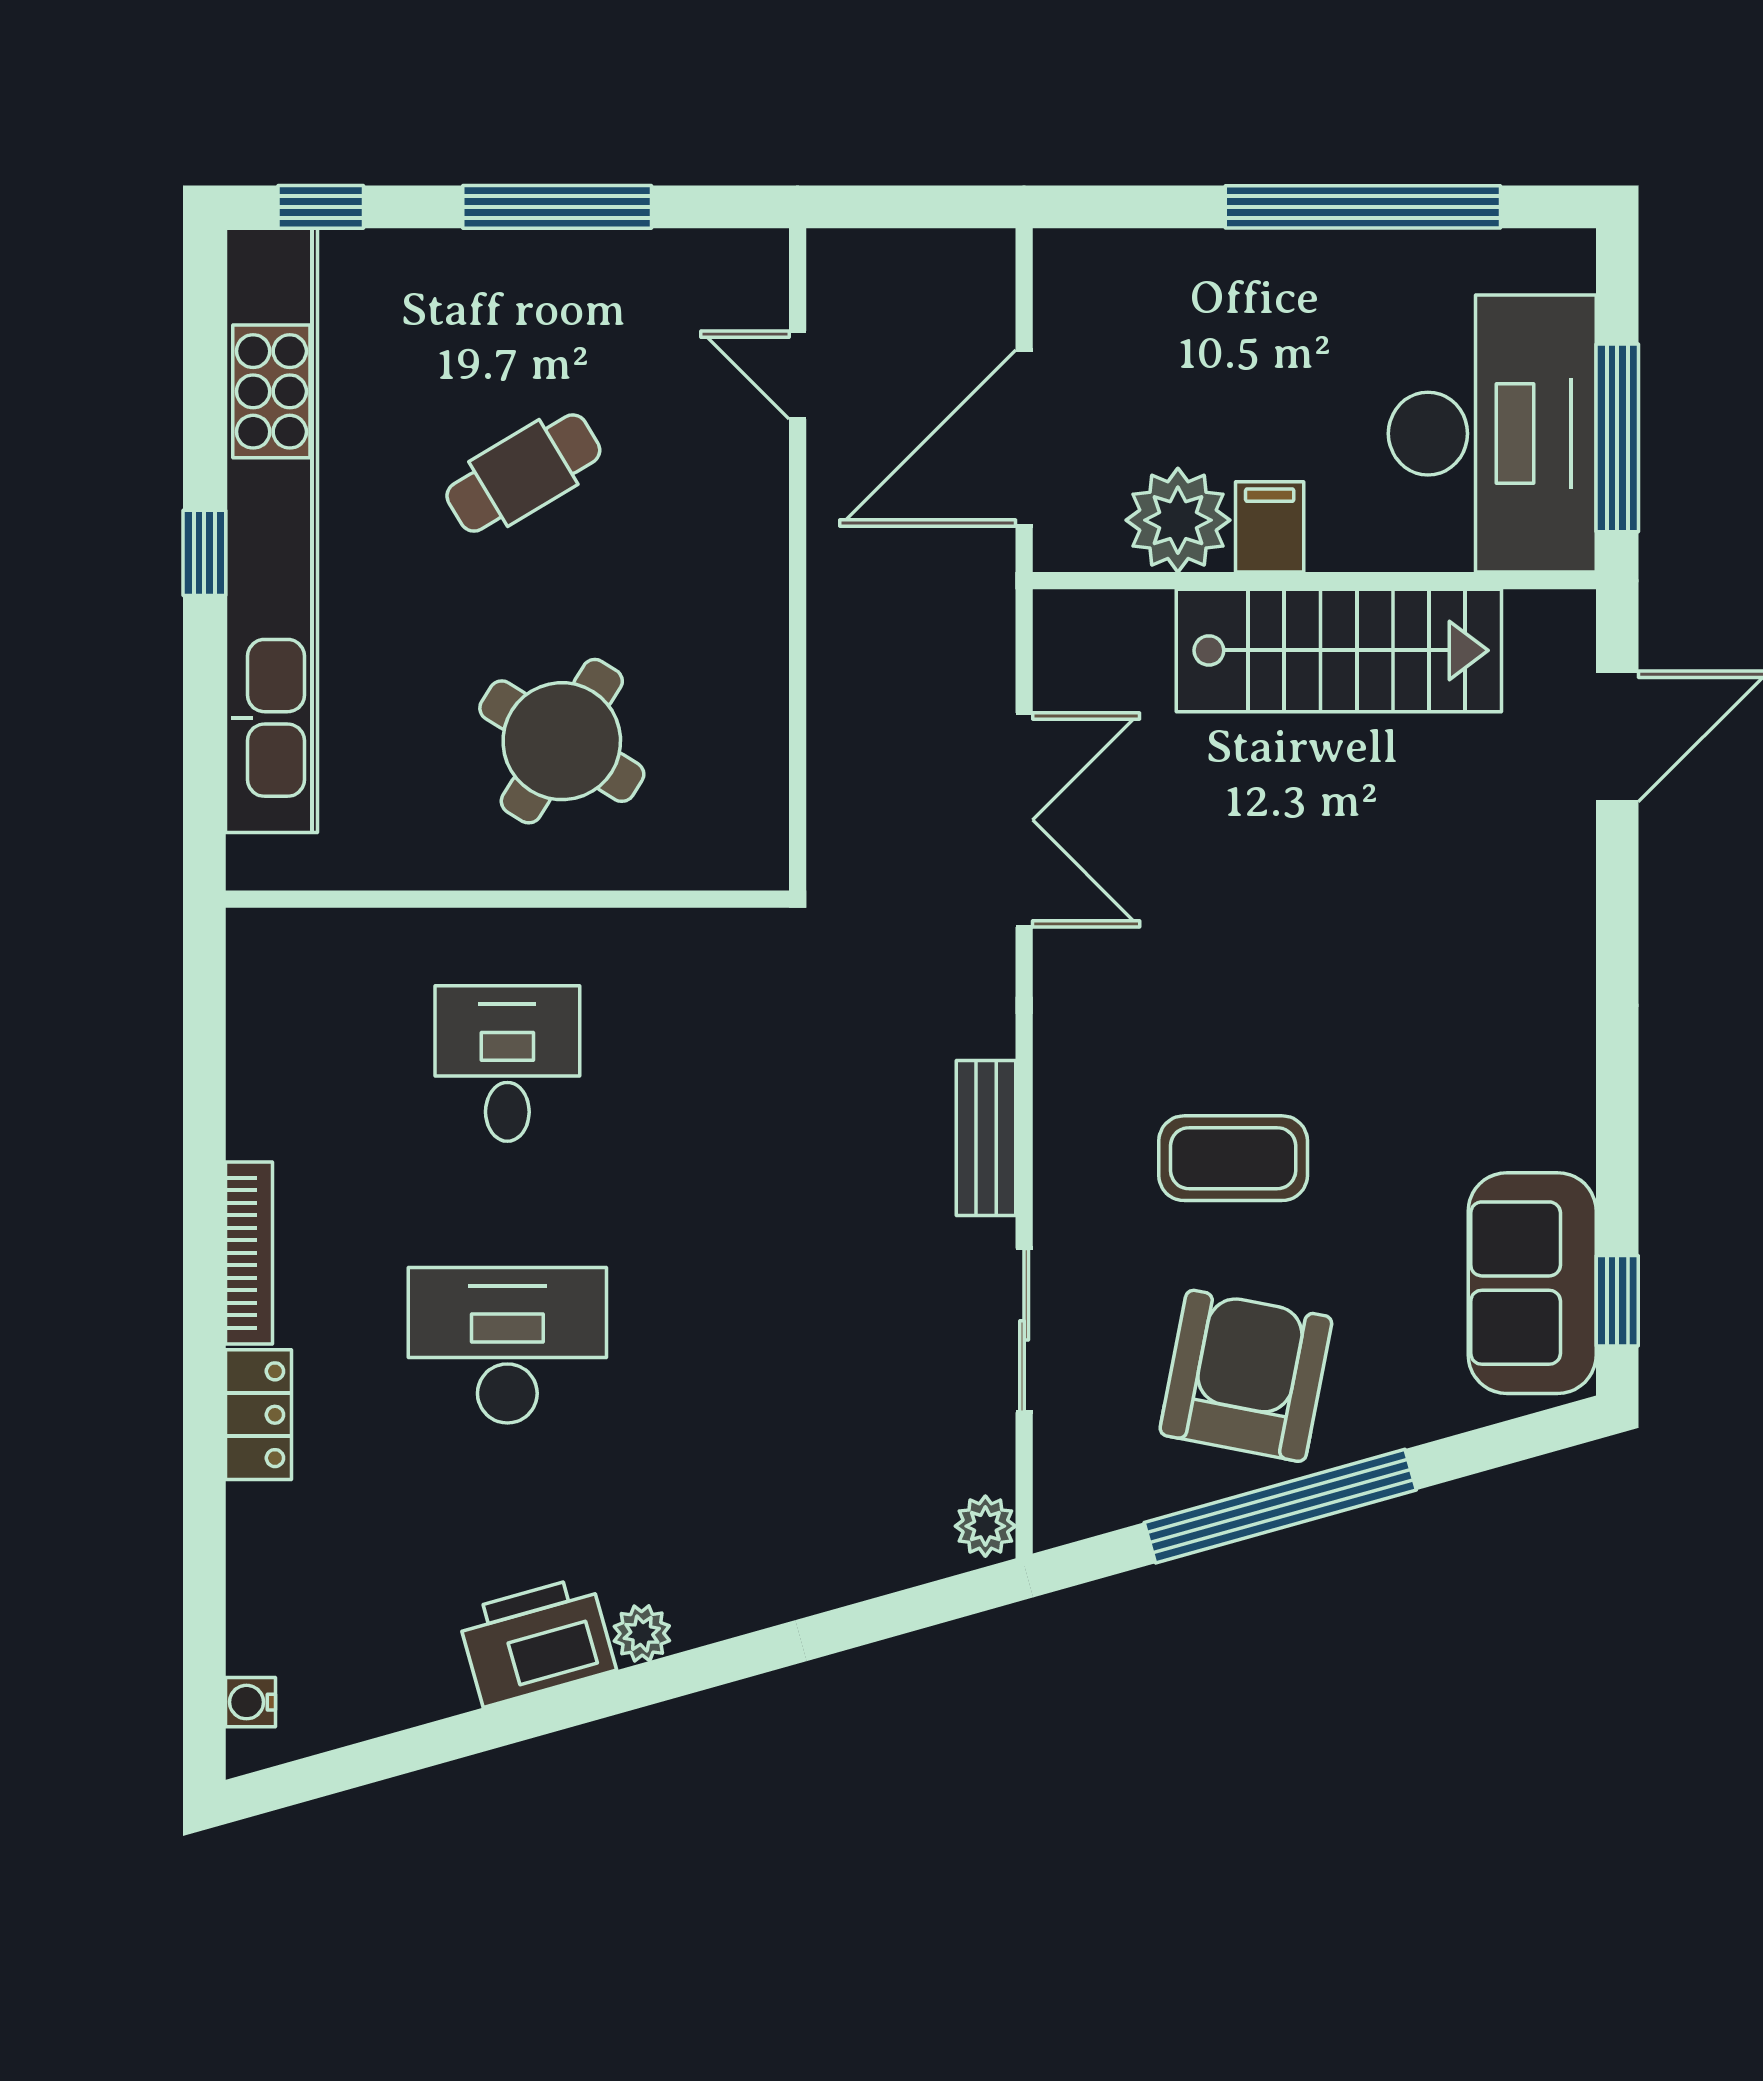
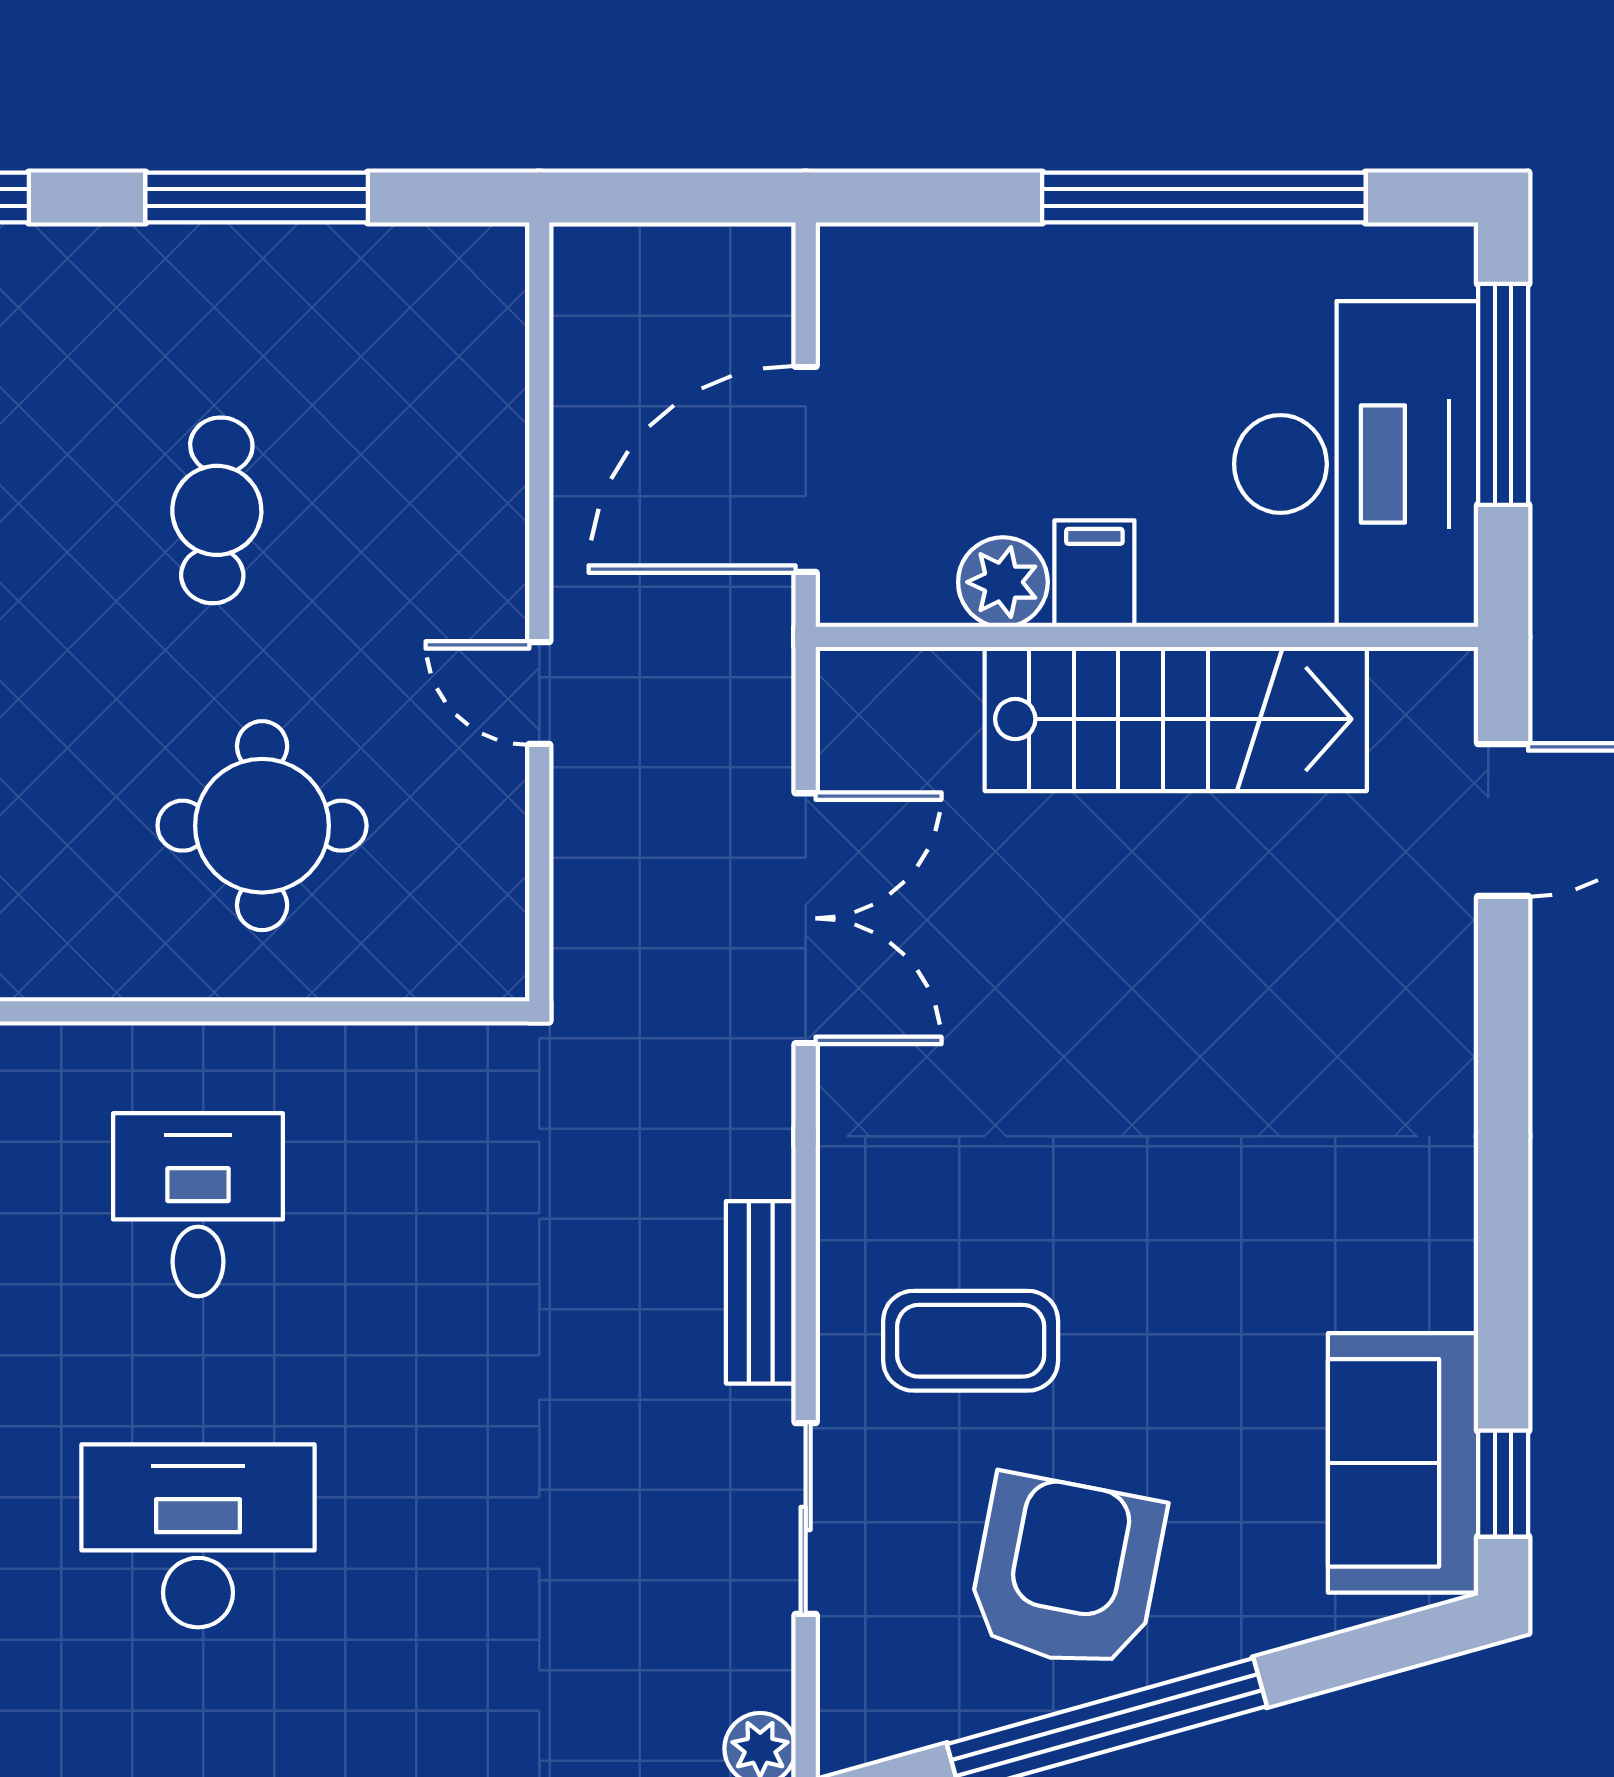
door: (798, 375) -> (539, 693), moved
window: (1617, 438) -> (1503, 394), moved
cafe table: (523, 473) -> (217, 510), turned -55
plant: (1178, 520) -> (1003, 582), width x0.73, depth x0.73
round table: (562, 741) -> (262, 826), turned -32
coffee table: (1233, 1158) -> (971, 1341), moved

